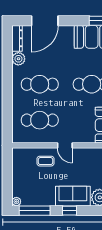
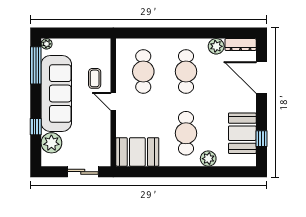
door: (65, 145) -> (113, 101), hinge flipped
sofa: (73, 196) -> (56, 93), width x1.85, depth x1.27
window: (69, 211) -> (36, 127), moved

